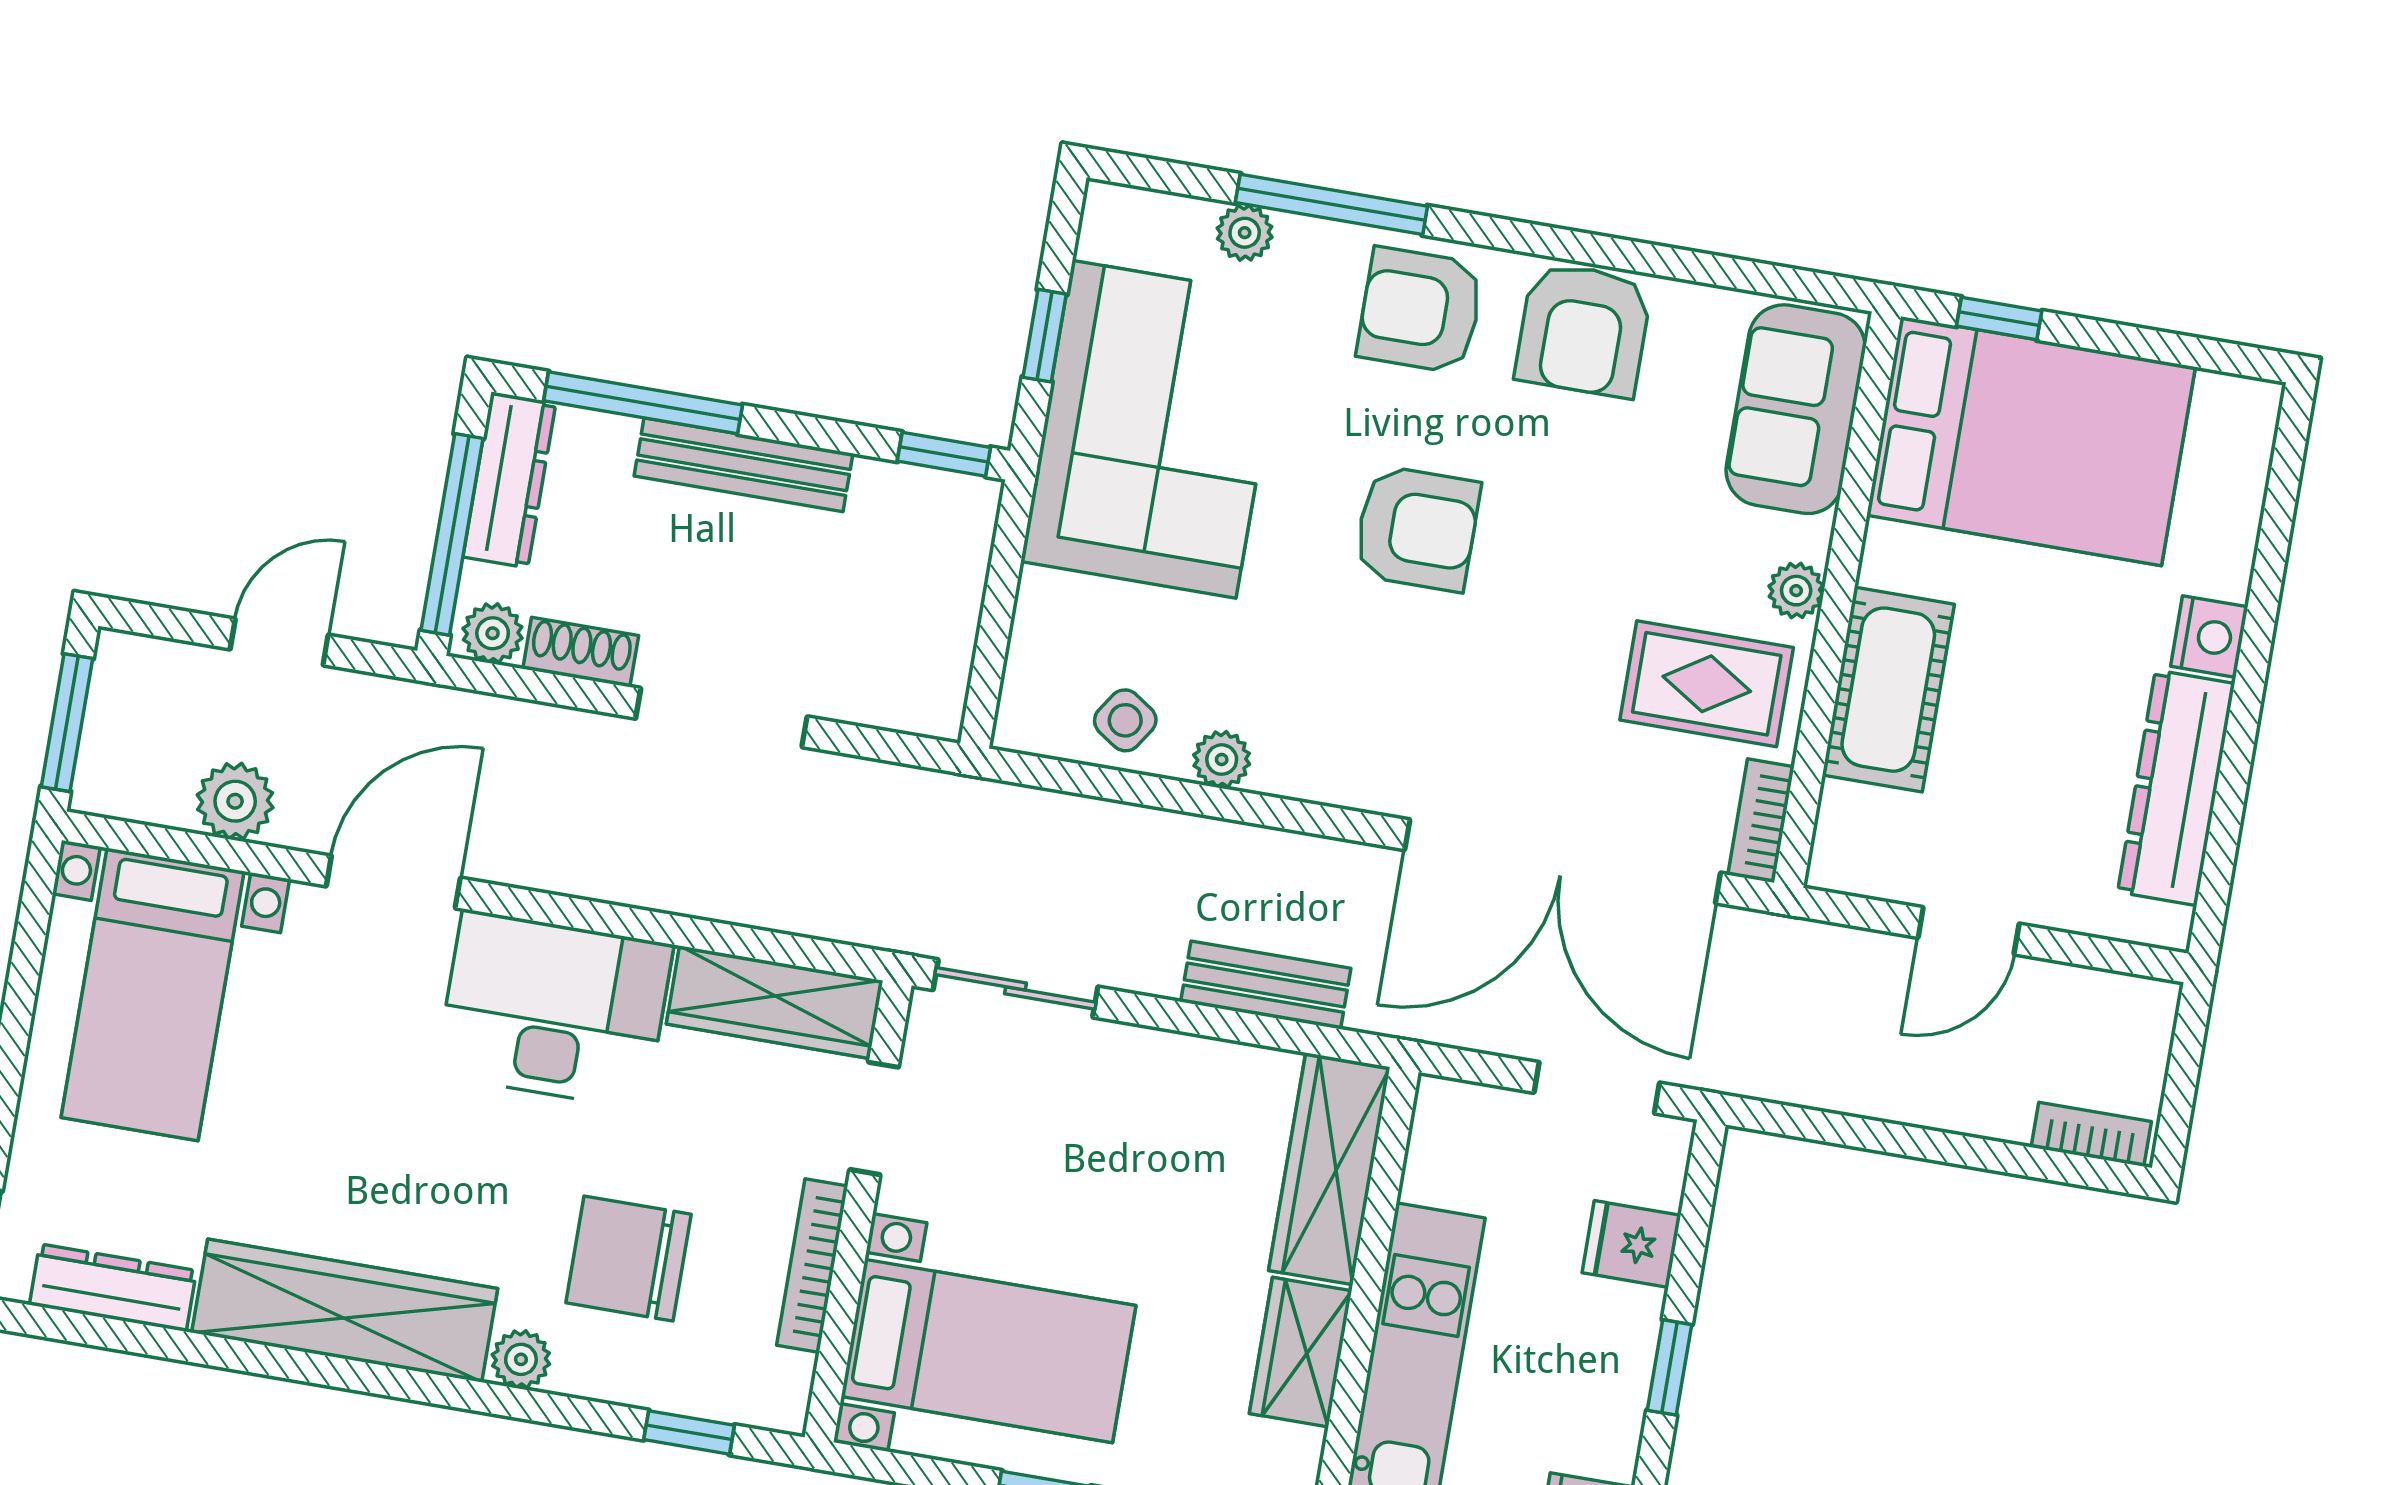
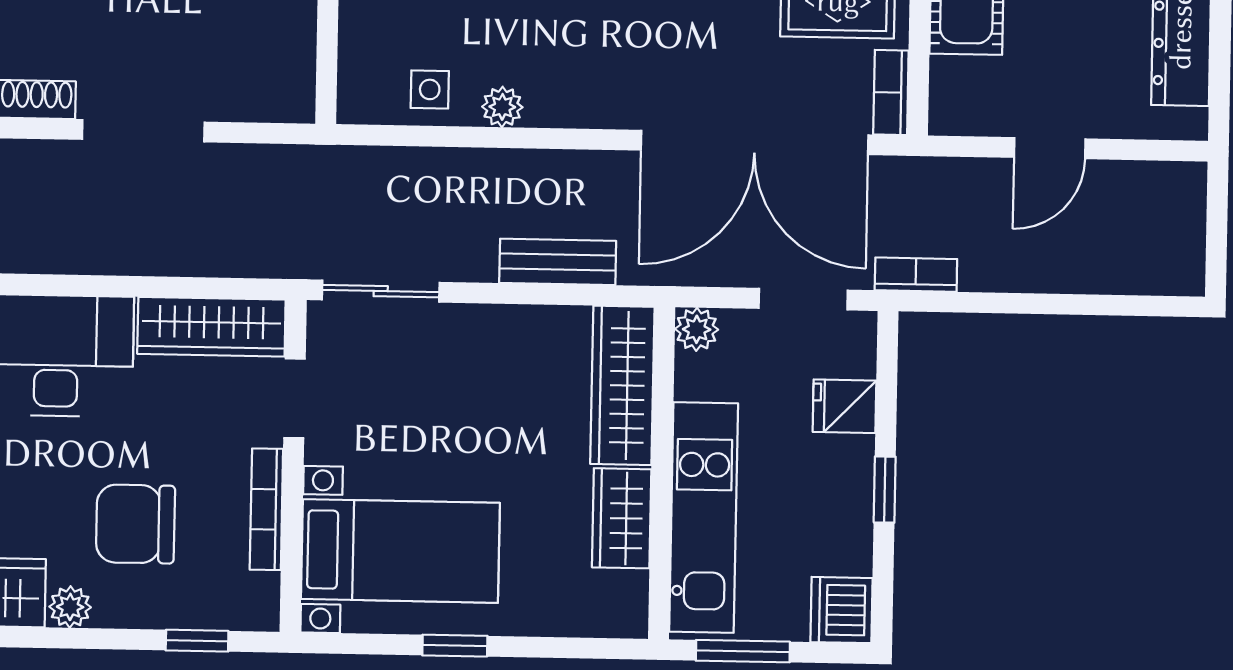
side table: (1125, 720) -> (430, 89), turned -34
plant: (1443, 1107) -> (697, 329), added
bookcase: (2091, 1134) -> (916, 275), moved

